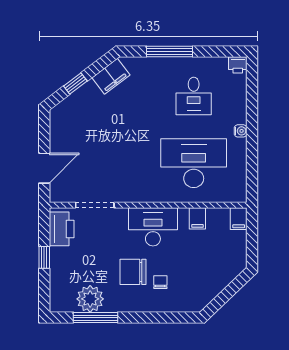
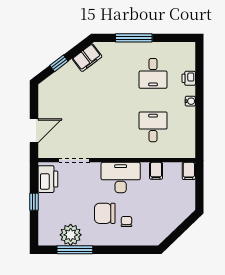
printer: (238, 65) -> (189, 78), moved, turned 90
desk: (194, 163) -> (153, 127), width x0.53, depth x0.77

